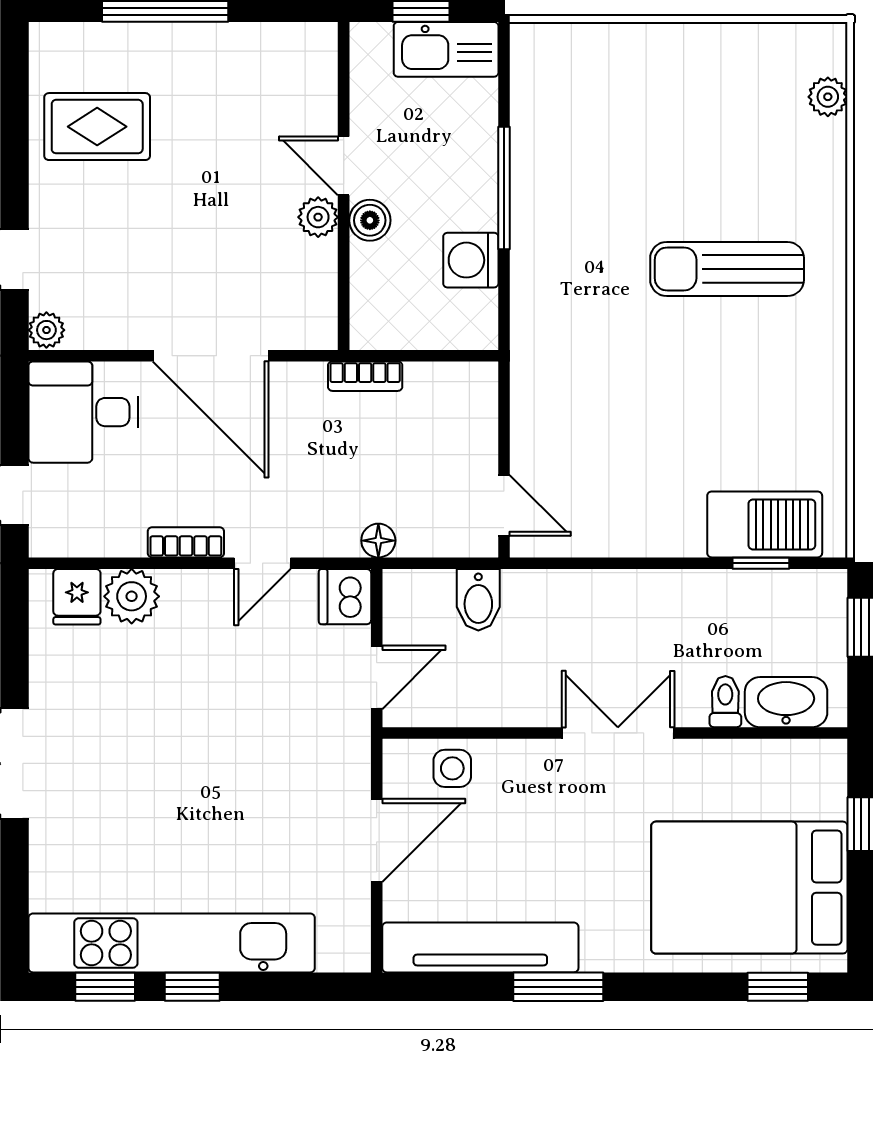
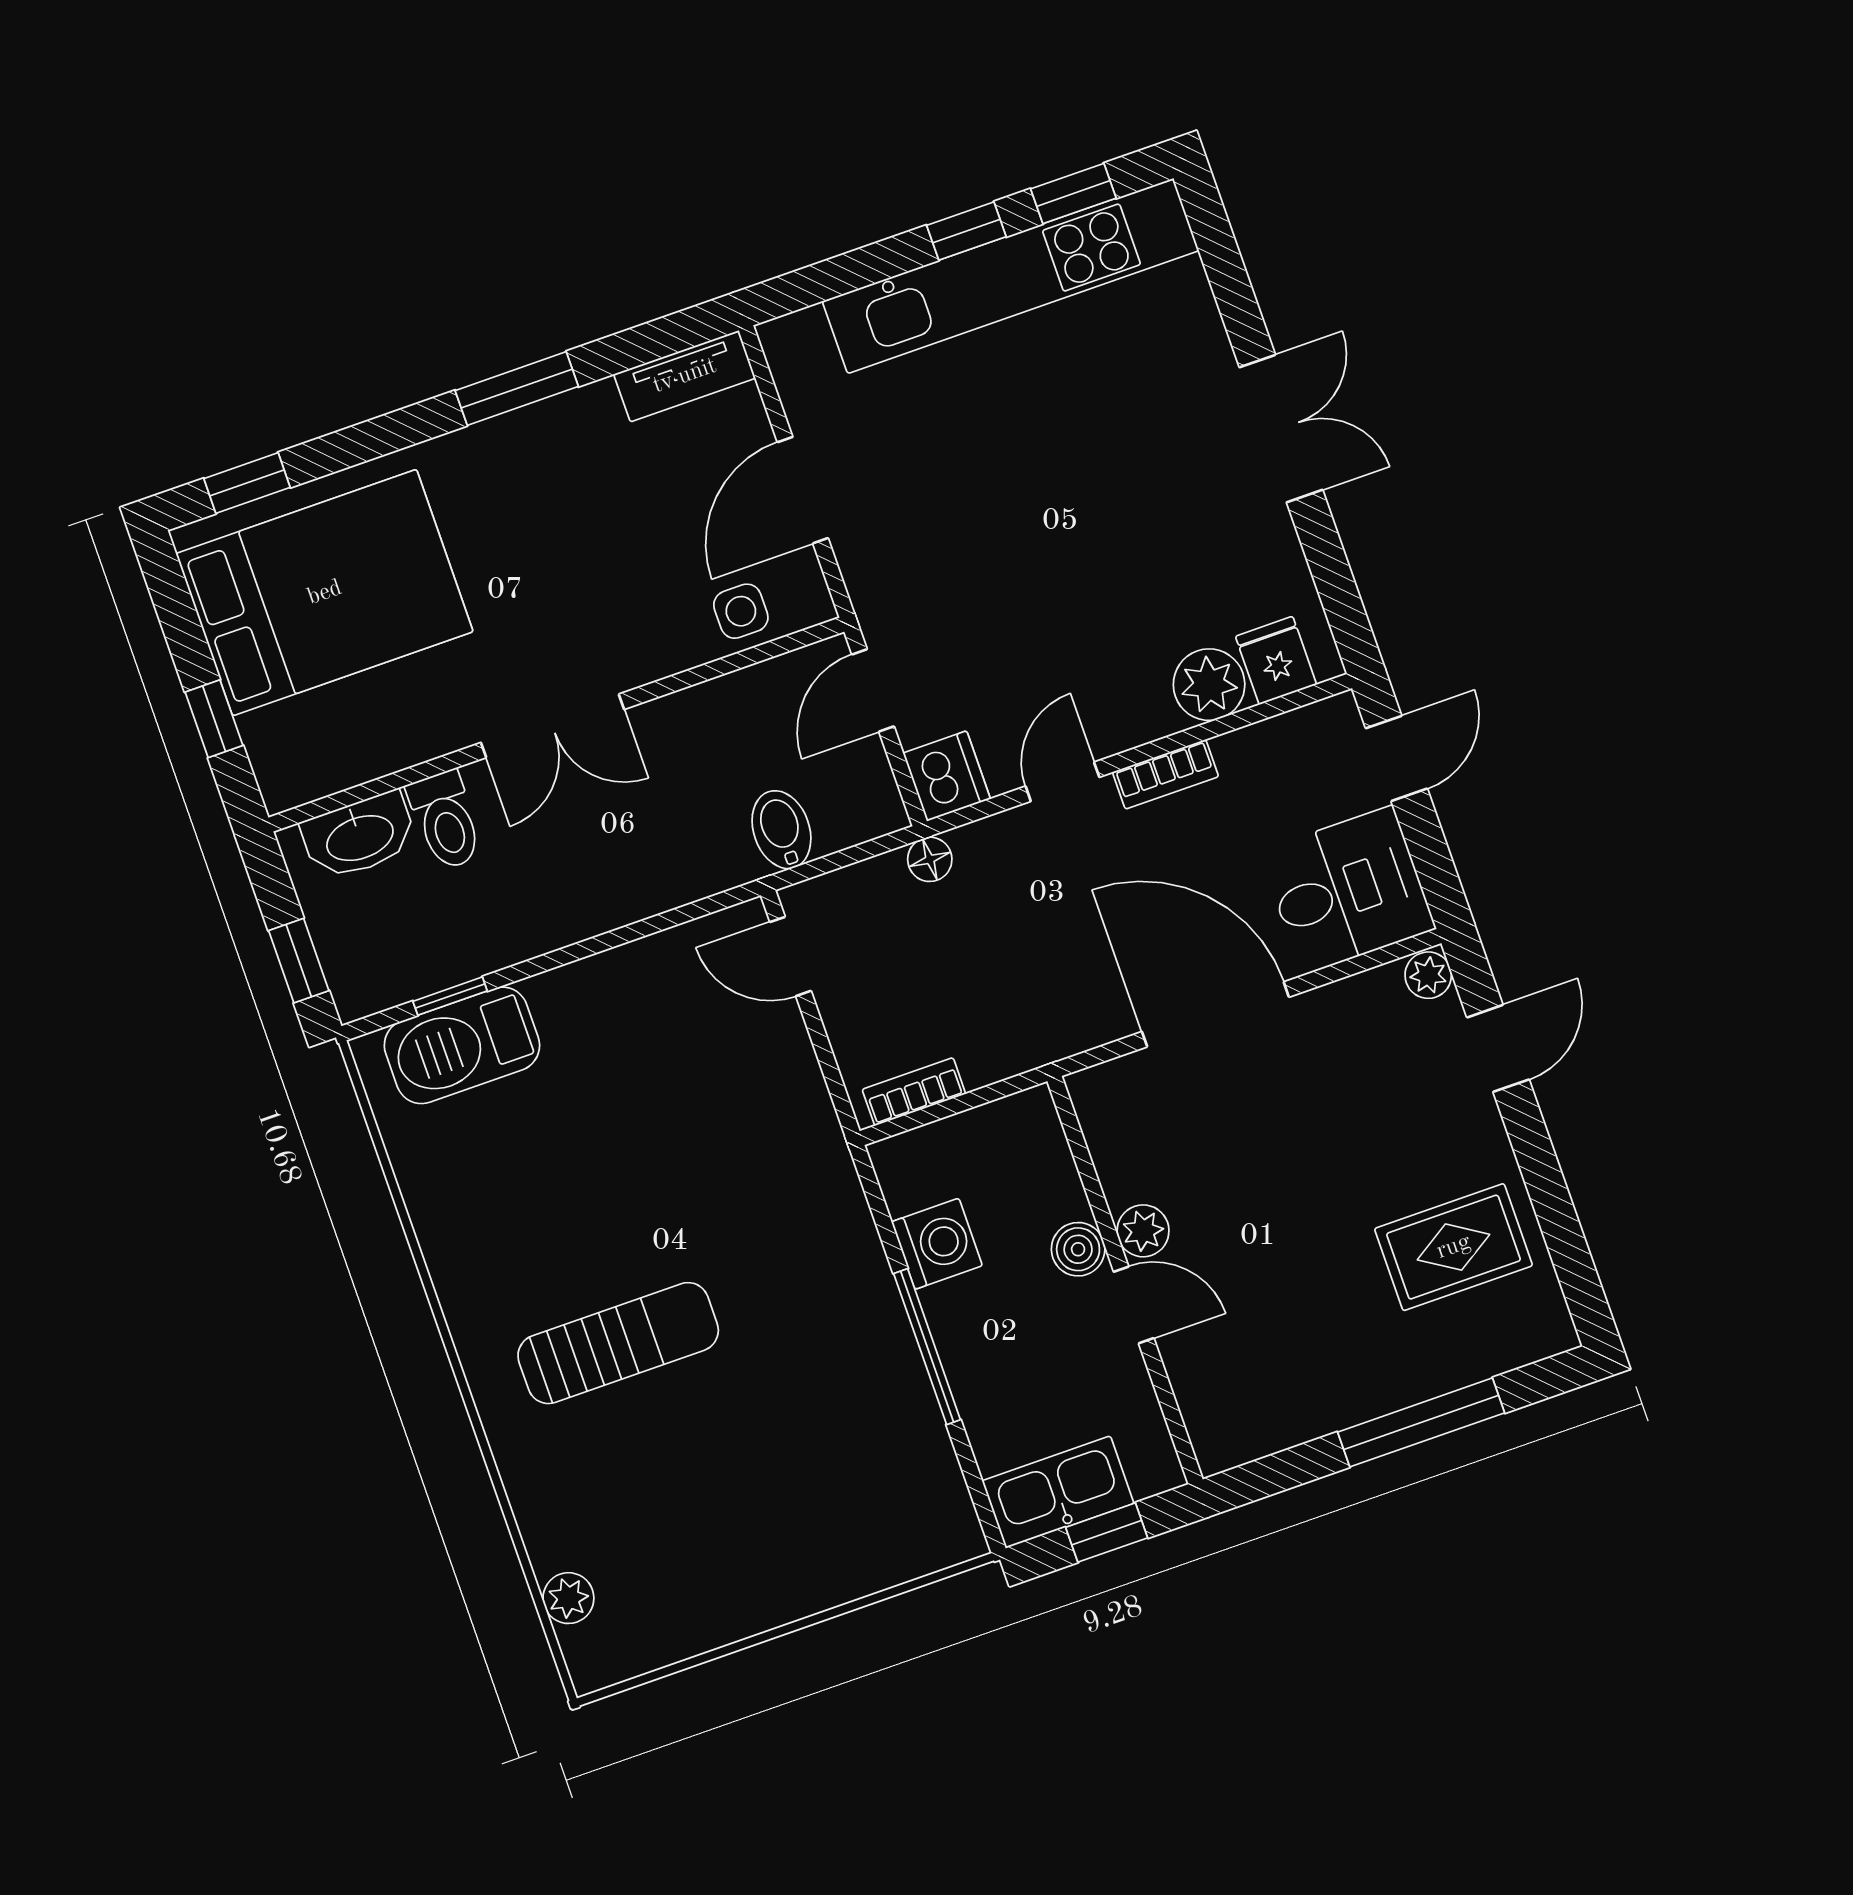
bookcase: (365, 376) -> (914, 1092), moved
toilet: (725, 702) -> (446, 820), width x1.37, depth x1.39
tv unit: (480, 947) -> (685, 376), width x0.52, depth x0.78

